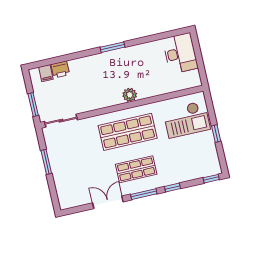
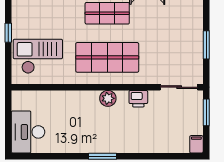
printer: (60, 69) -> (138, 99), moved, turned 180
filing cabinet: (46, 73) -> (196, 144), moved
plant: (130, 95) -> (108, 98), moved

